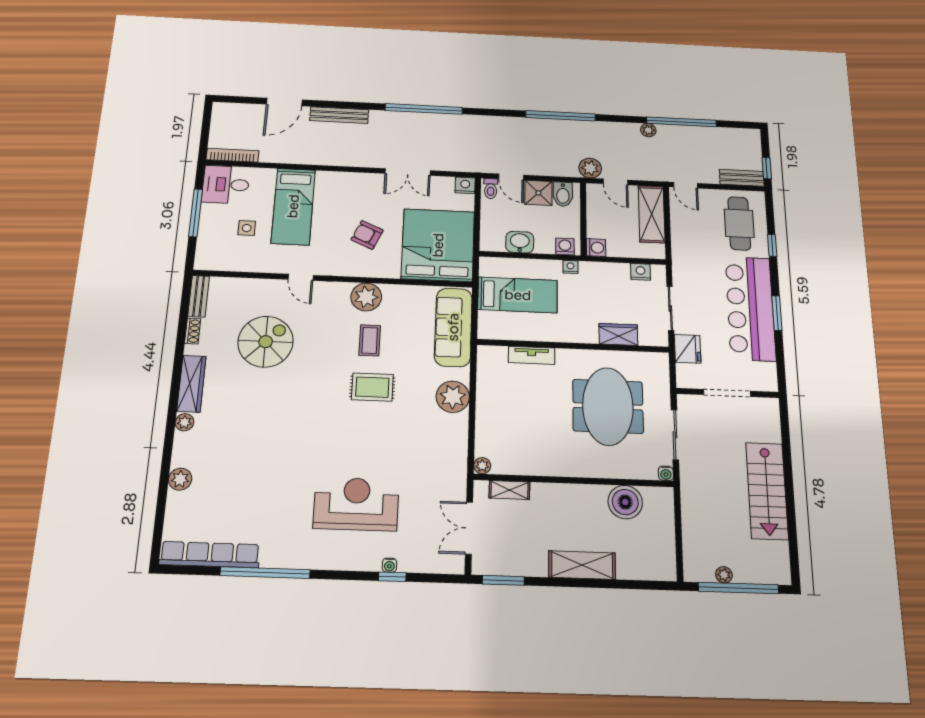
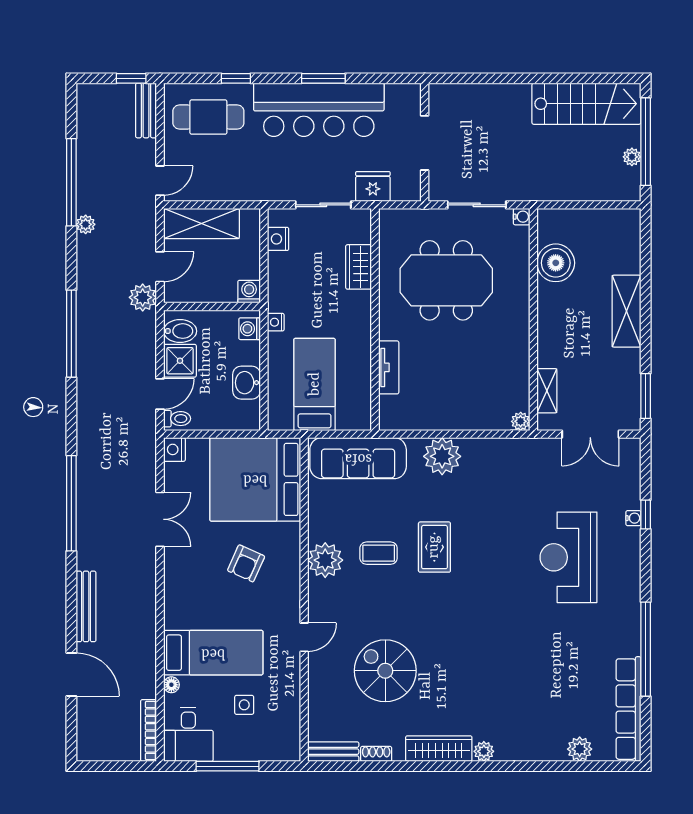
floor lamp: (269, 174) -> (171, 685), added
plant: (180, 479) -> (580, 749), moved
stairs: (767, 491) -> (586, 104), moved

